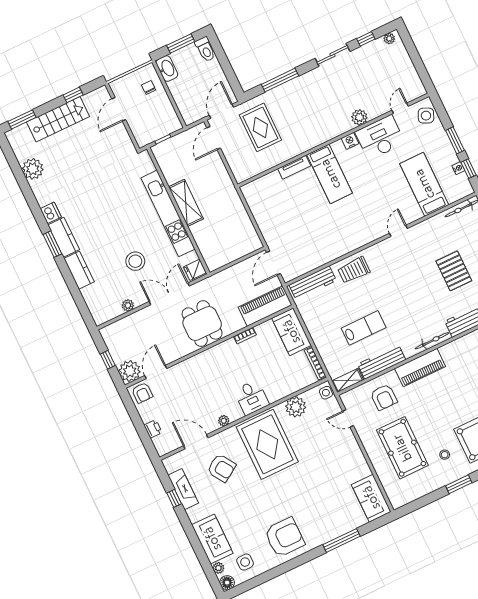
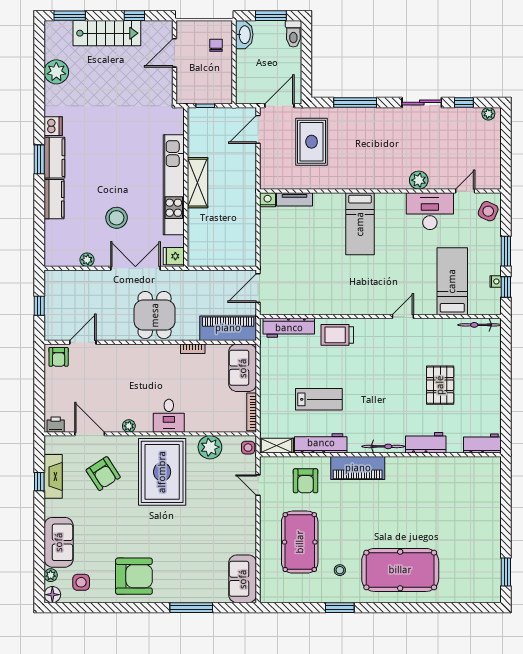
nightstand: (350, 141) -> (268, 200), moved
tv unit: (294, 167) -> (295, 199), moved
plant: (130, 371) -> (56, 328), removed
printer: (153, 429) -> (56, 425), moved, turned -90

